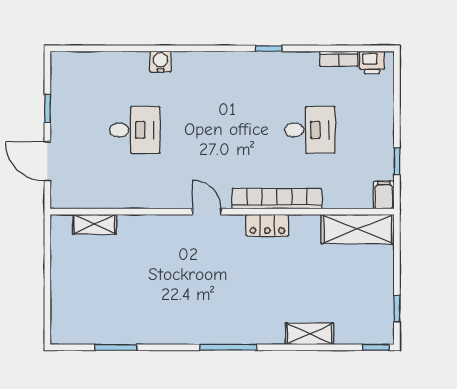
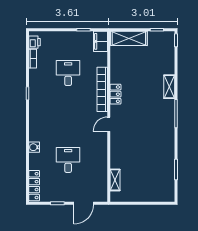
locker: (83, 62) -> (34, 186), added
filing cabinet: (384, 195) -> (100, 41), width x2.00
shelving: (358, 229) -> (129, 38), moved, turned 90
shelving: (309, 334) -> (169, 87), moved

